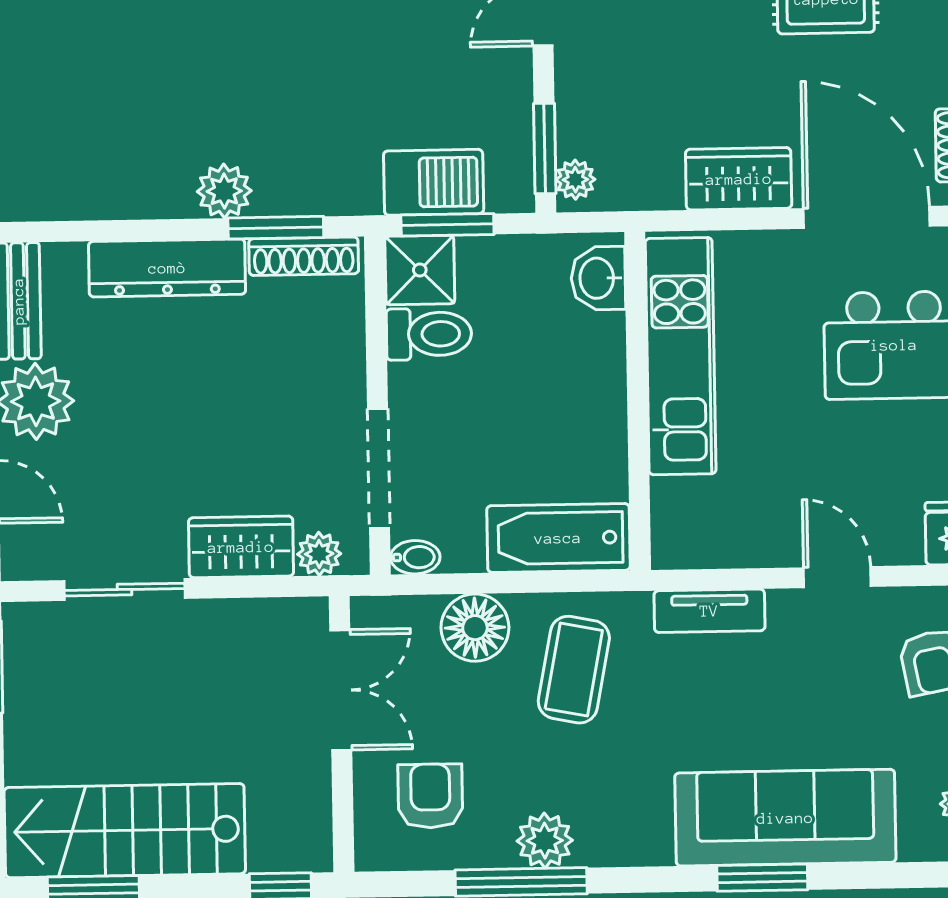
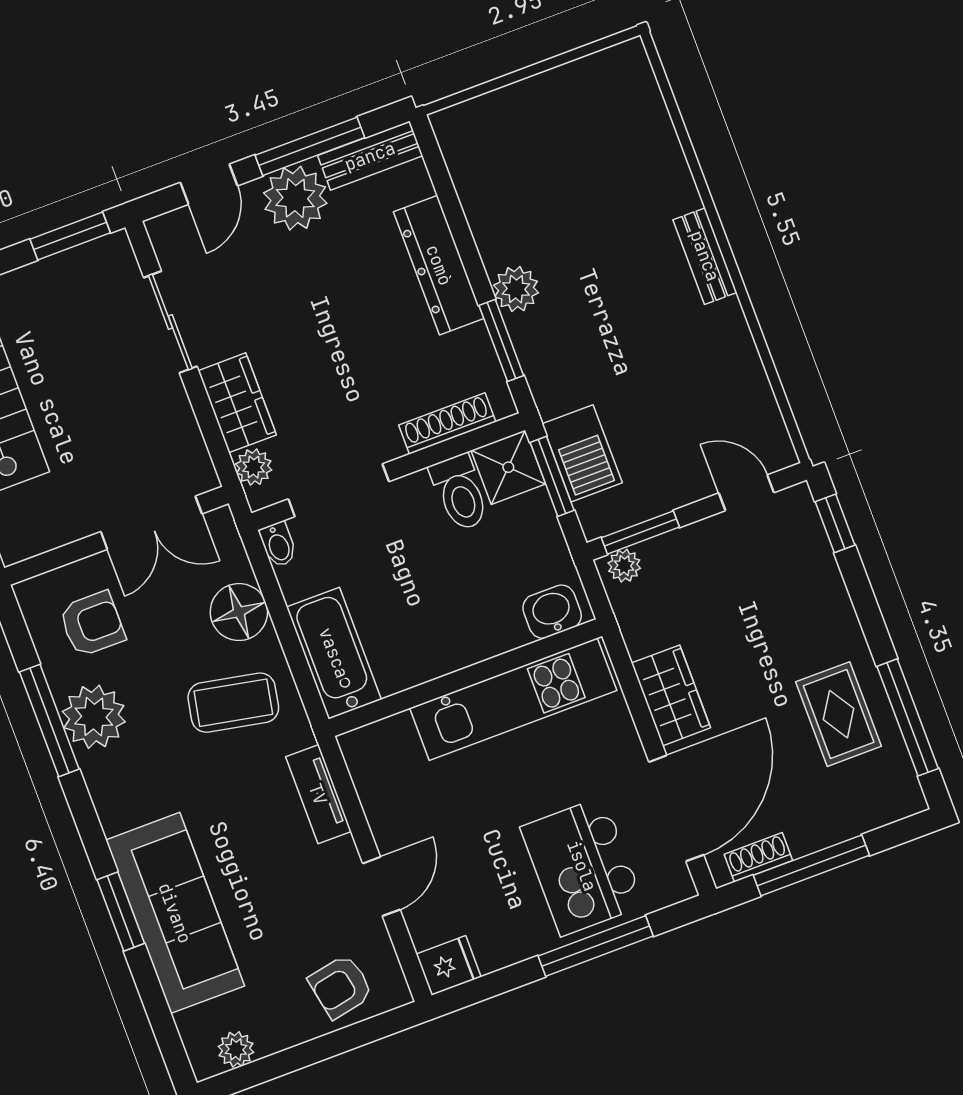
shoe rack: (304, 256) -> (447, 423), moved, turned 90
plant: (545, 841) -> (94, 717), width x1.36, depth x1.36

